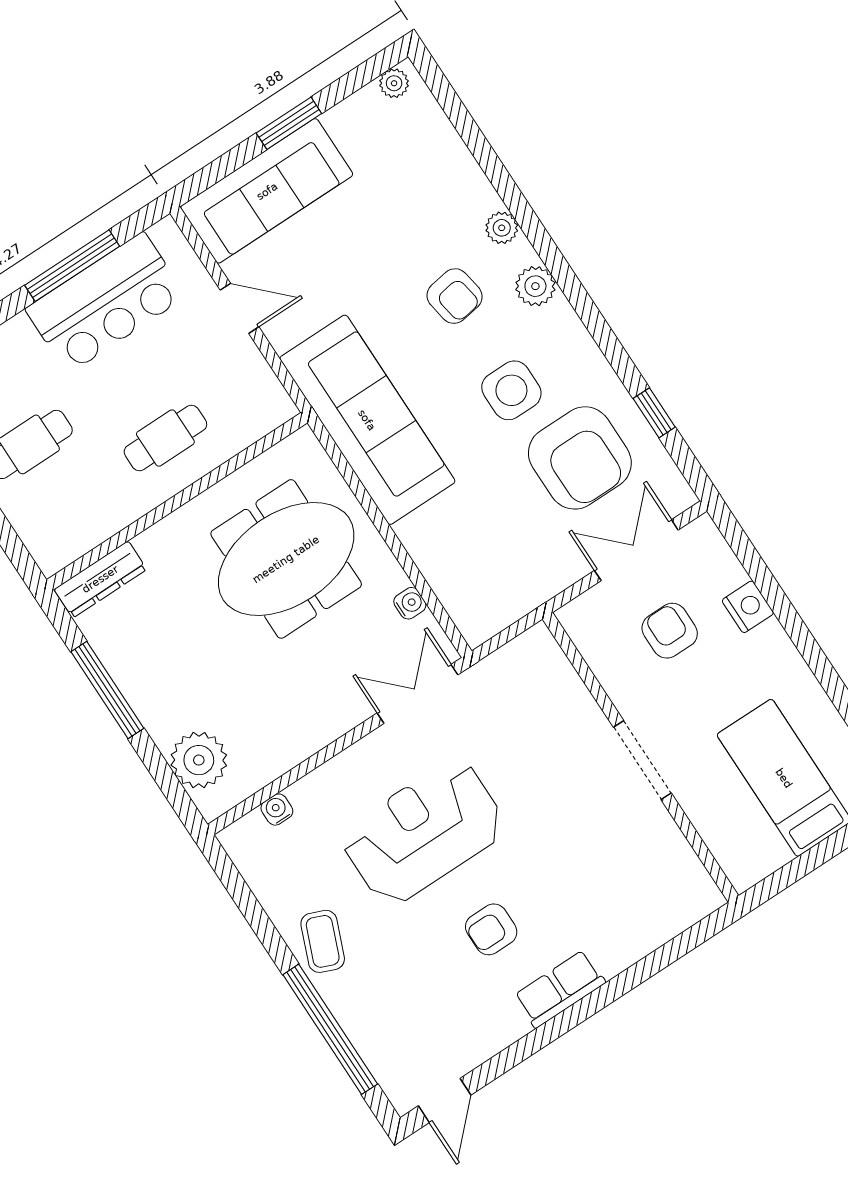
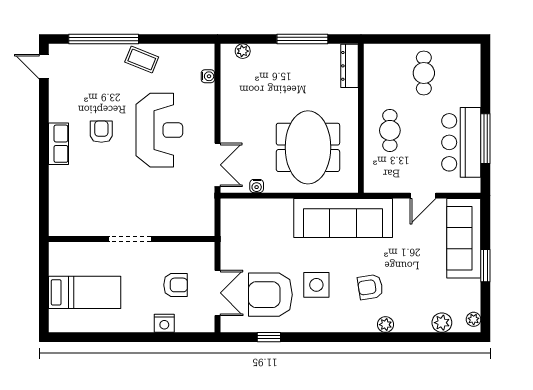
plant: (535, 286) -> (442, 323), moved
plant: (199, 760) -> (243, 51), width x0.53, depth x0.53

